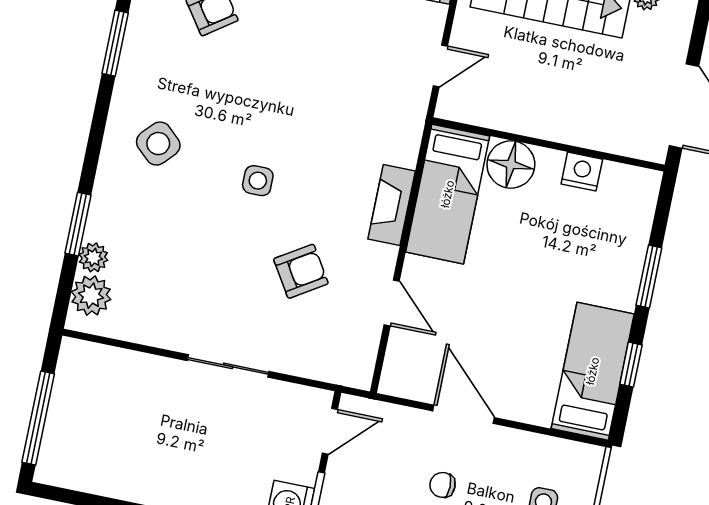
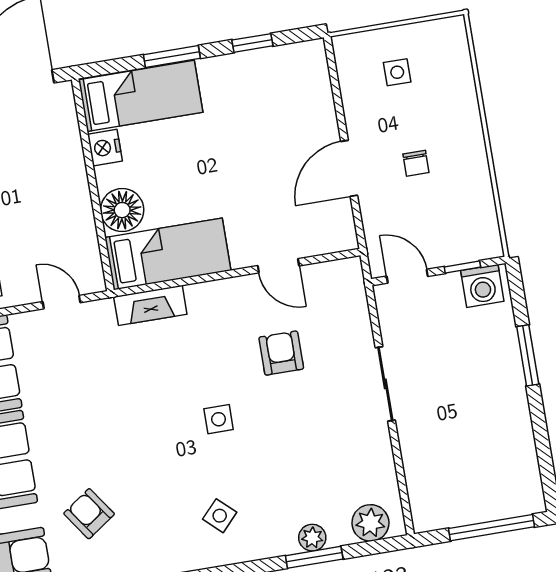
side table: (158, 144) -> (220, 516), width x0.73, depth x0.73
fireplace: (392, 205) -> (150, 305), moved
plant: (93, 257) -> (312, 538), moved
armchair: (301, 271) -> (281, 353), turned 32
door: (392, 303) -> (278, 266), swing flipped
bed: (593, 371) -> (141, 96), moved, turned 180

